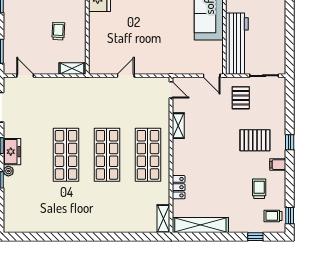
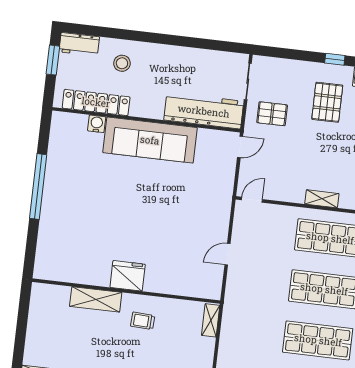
trolley: (58, 31) -> (143, 321), moved
door: (126, 76) -> (227, 254), hinge flipped
shelving: (178, 126) -> (322, 199), moved

